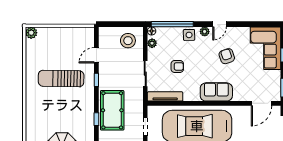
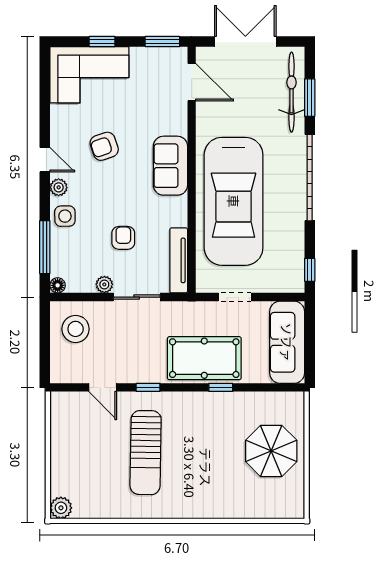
window: (172, 24) -> (45, 247), width x0.68
plant: (152, 43) -> (104, 284), moved

